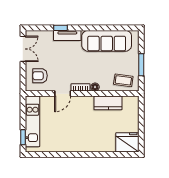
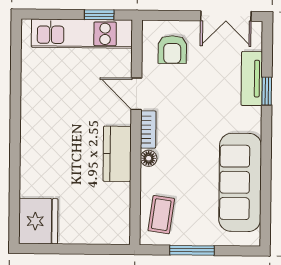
tv unit: (67, 35) -> (252, 79), moved
armchair: (40, 76) -> (172, 49), turned 180
kitchen counter: (108, 103) -> (117, 154), moved
window: (23, 137) -> (99, 15), moved

